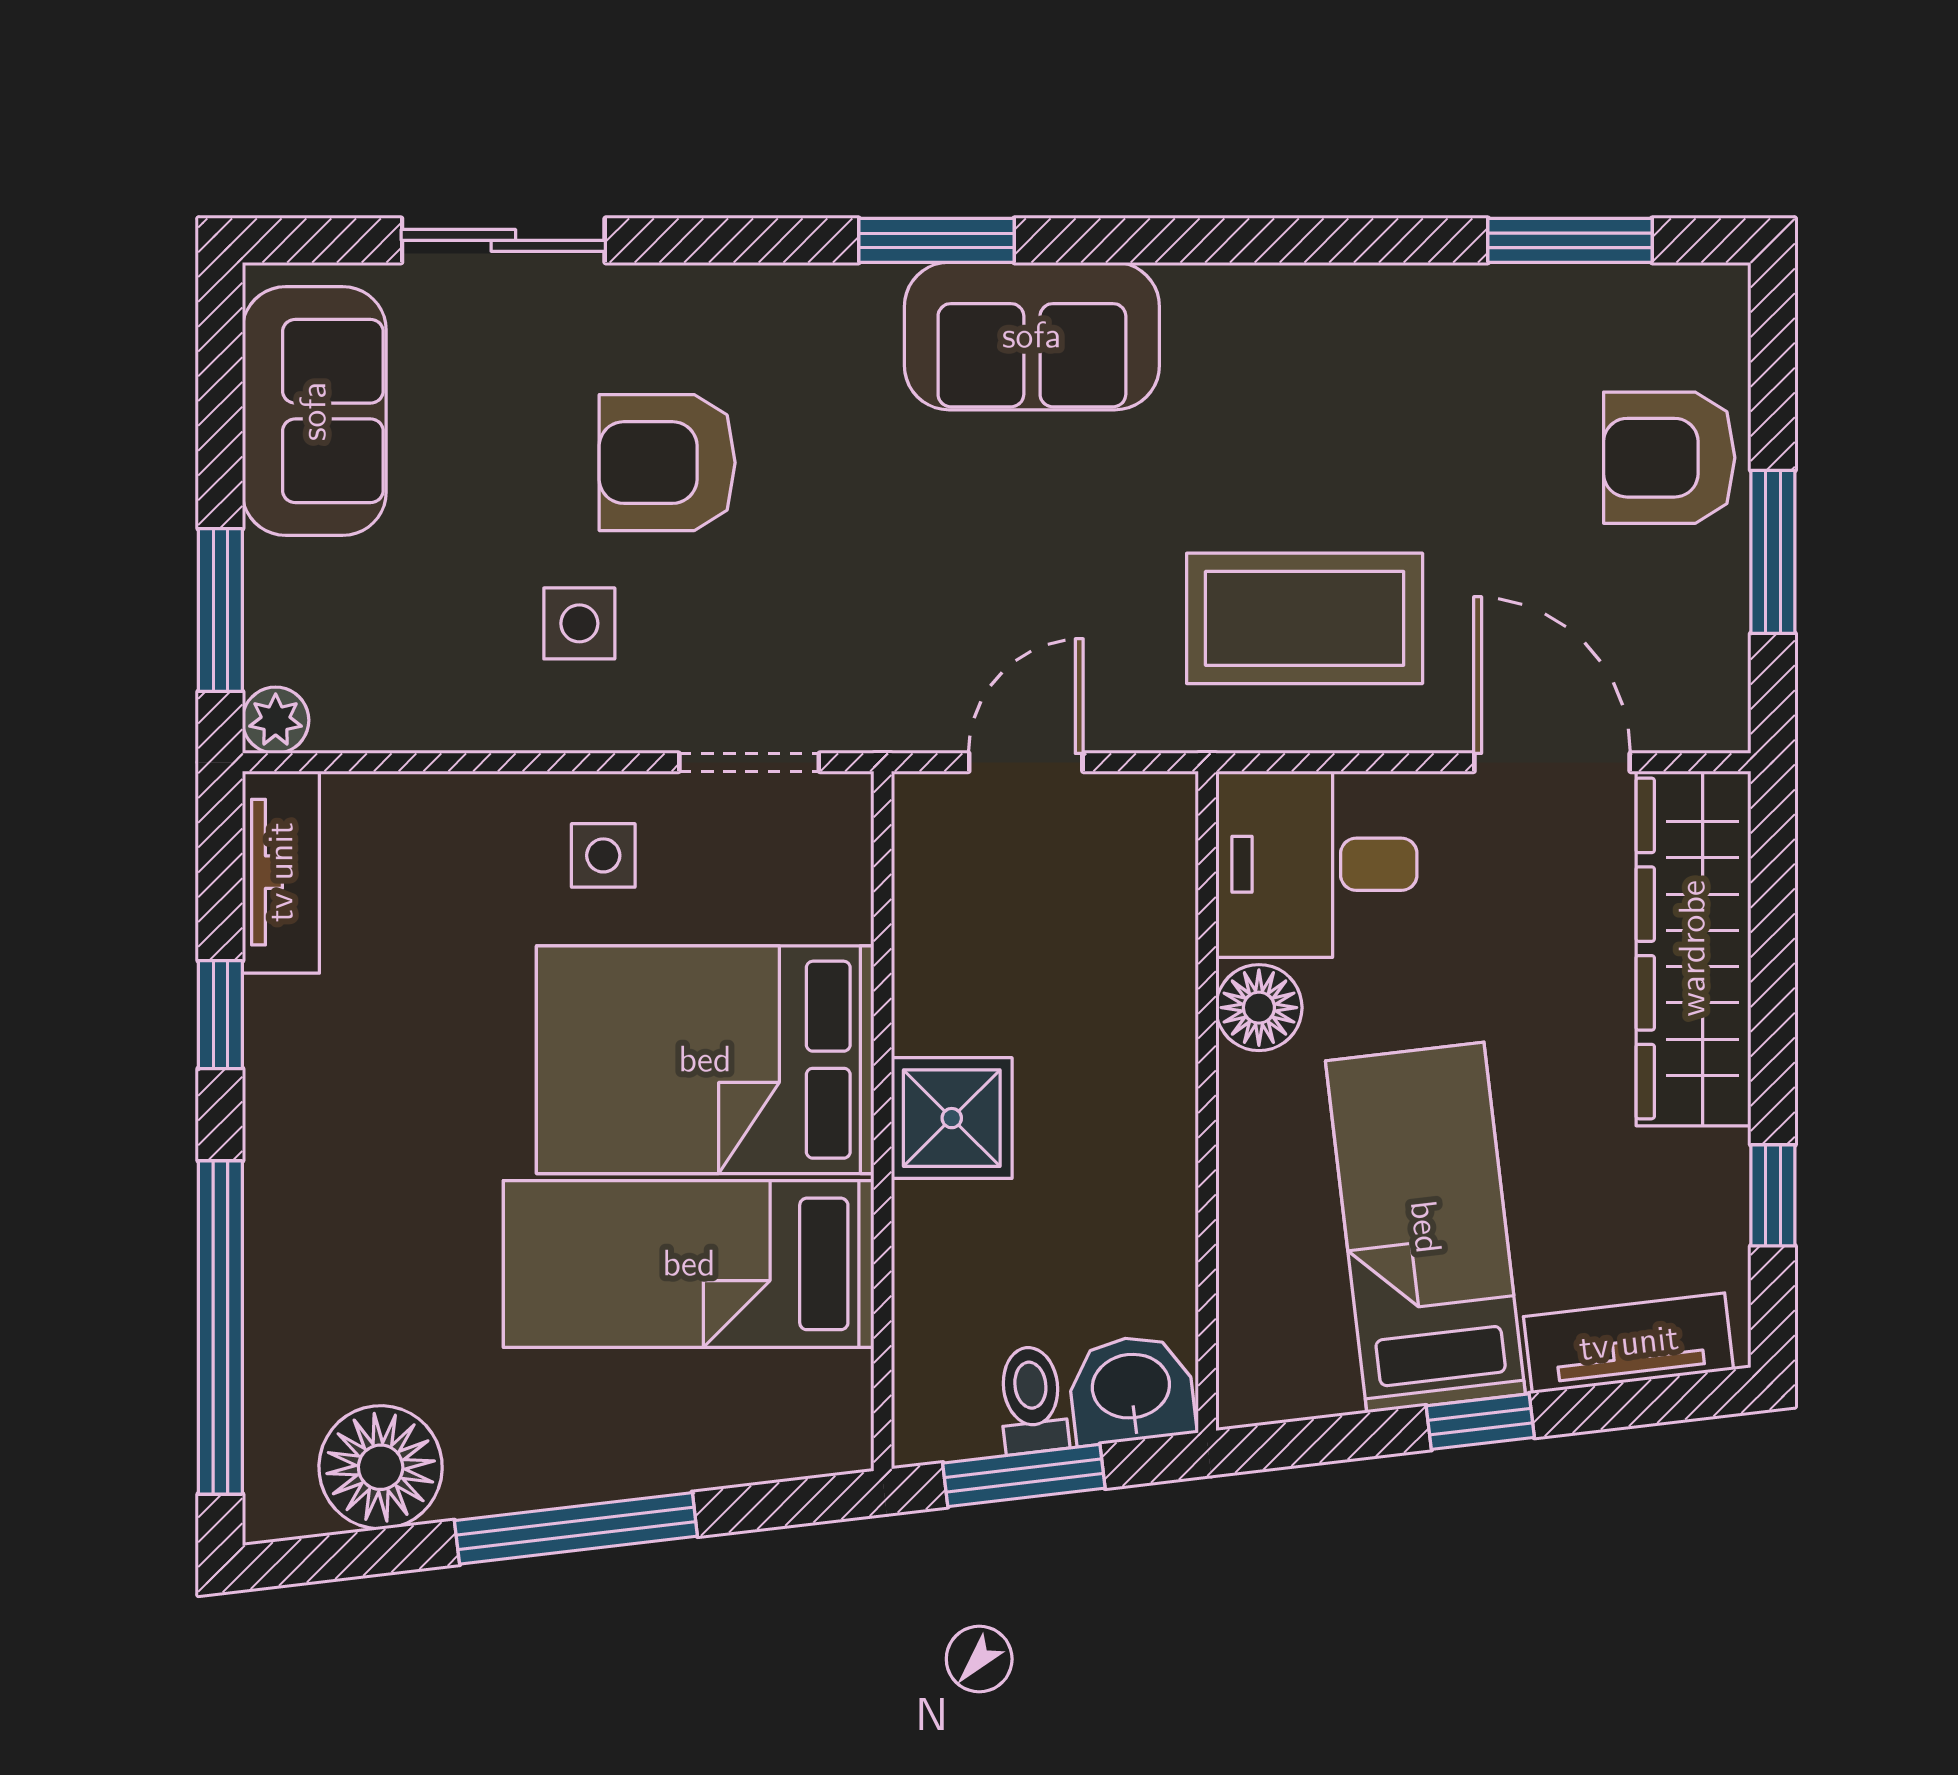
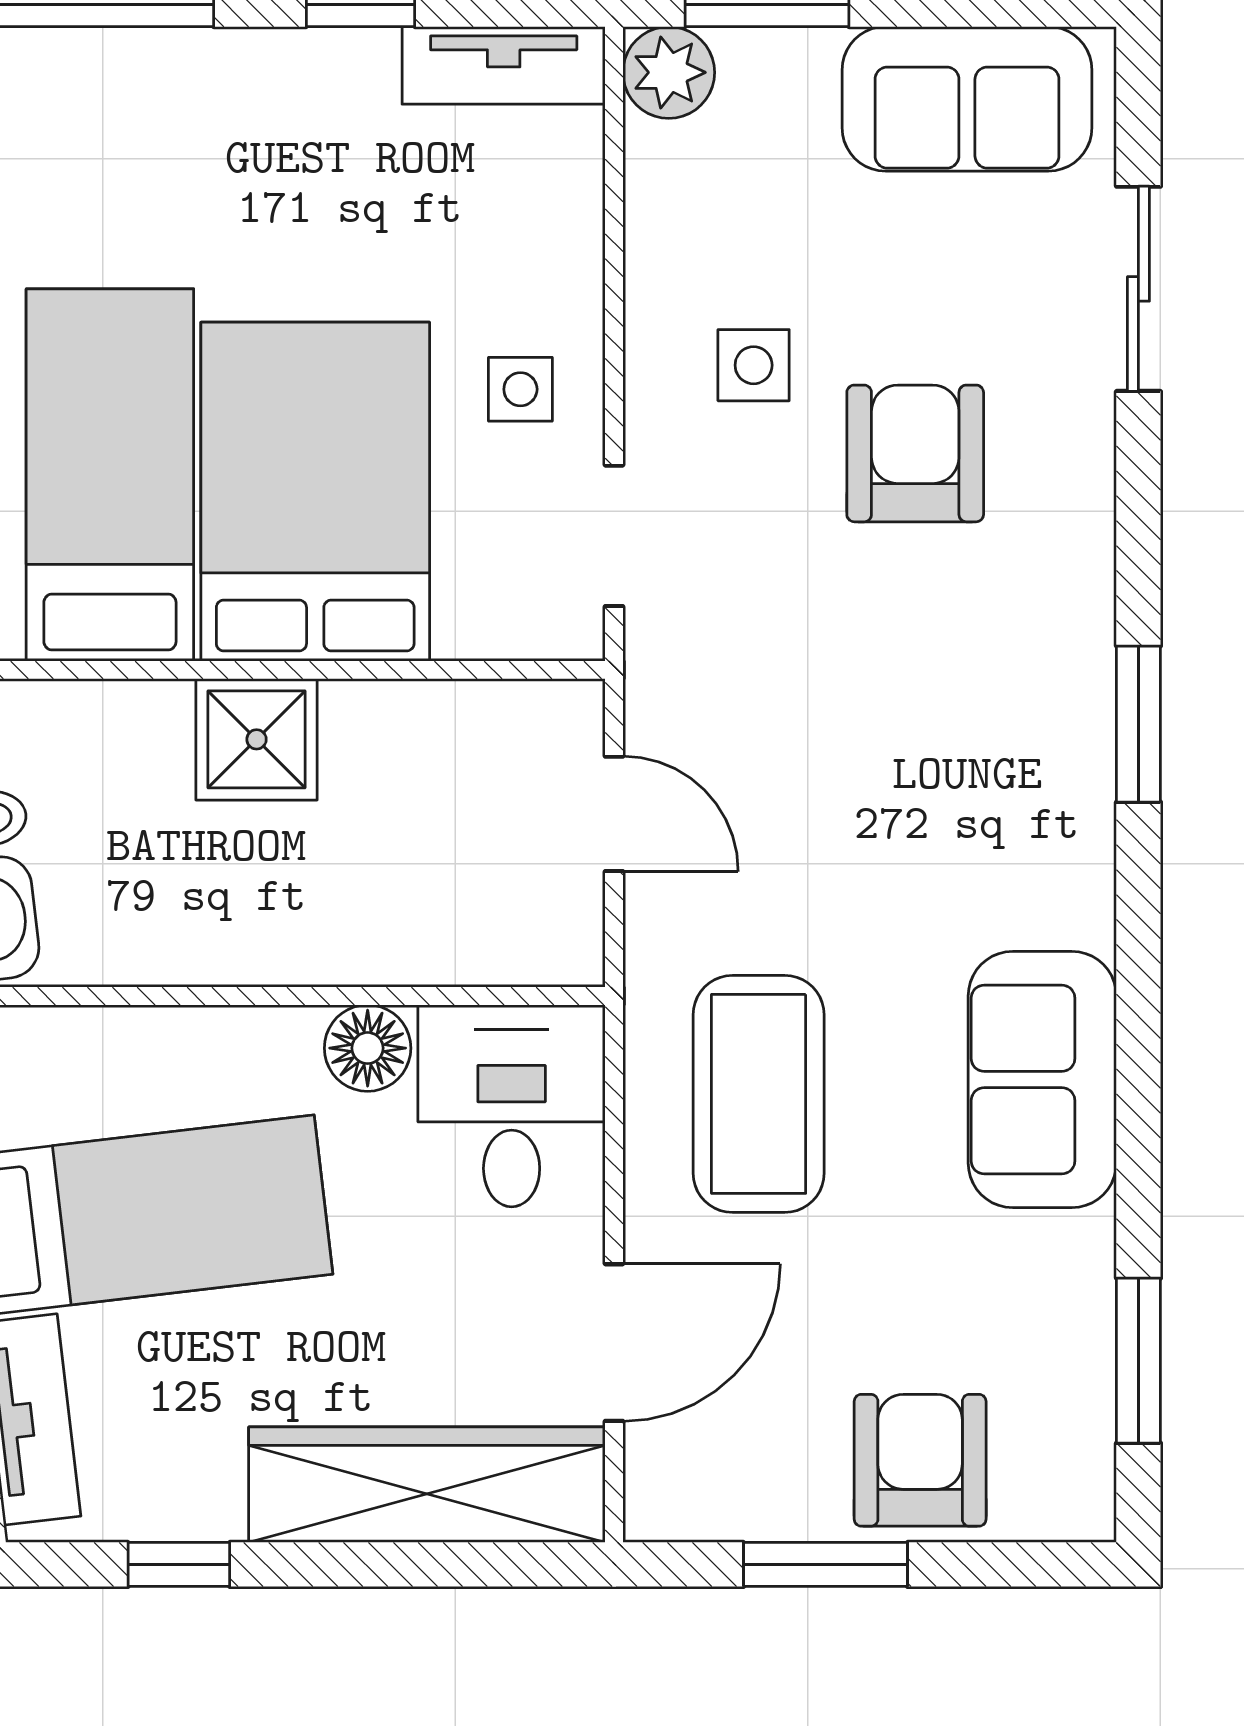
sofa: (1032, 336) -> (1042, 1080), moved
plant: (276, 720) -> (669, 72), width x1.38, depth x1.38

